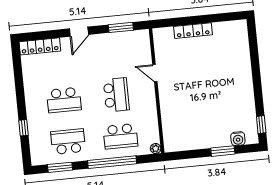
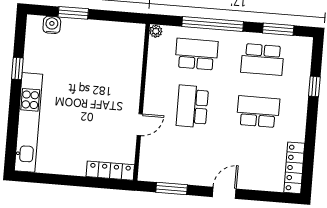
locker: (193, 31) -> (110, 171), moved
locker: (40, 46) -> (294, 168), moved, turned -90
kitchen unit: (242, 59) -> (28, 122), added
door: (155, 73) -> (140, 125), hinge flipped
window: (261, 125) -> (17, 69), moved

